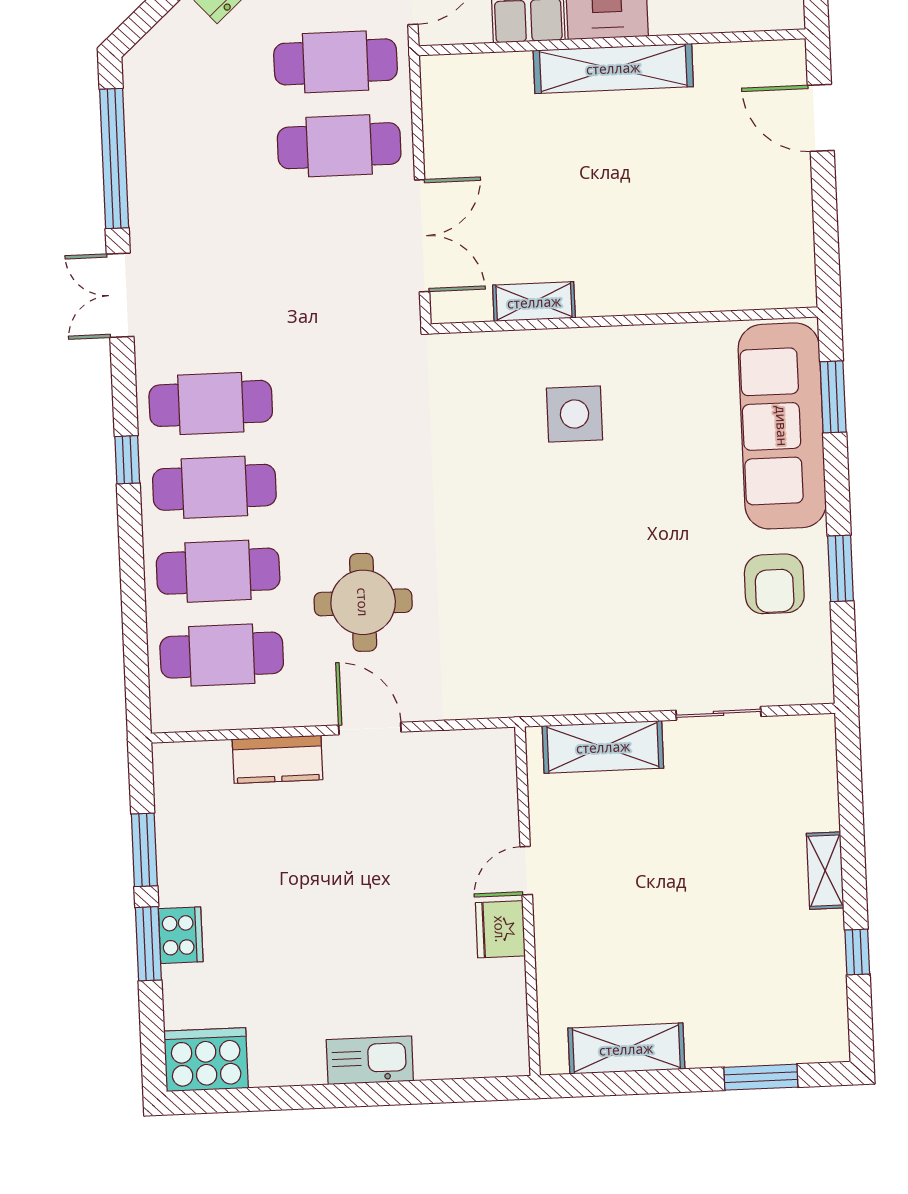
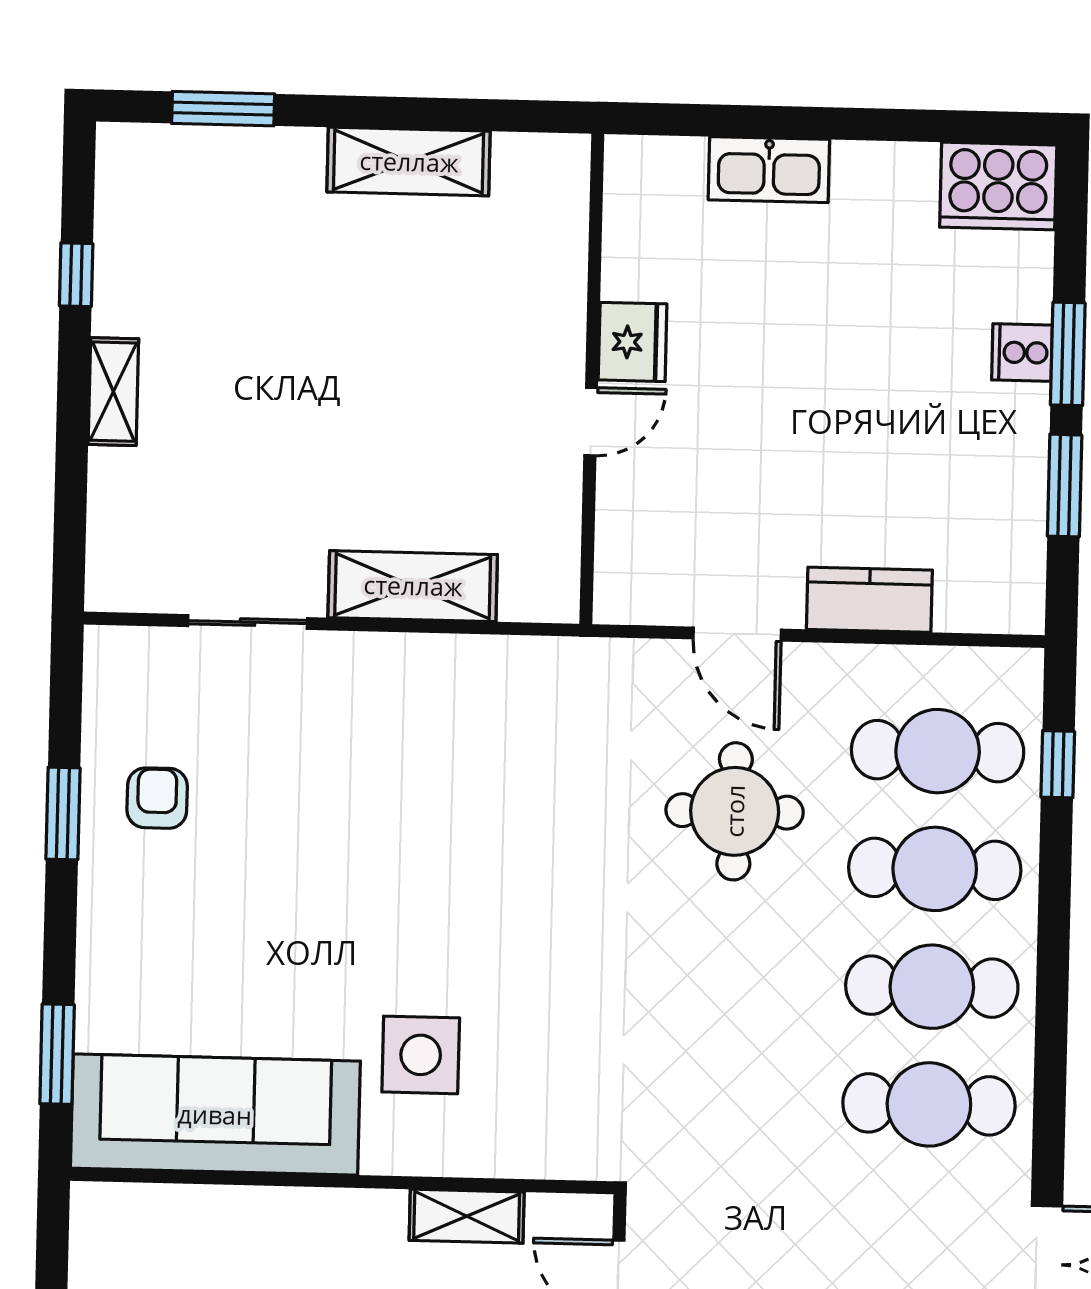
sofa: (782, 426) -> (215, 1115), moved, turned -90
window: (127, 460) -> (1058, 764), moved
armchair: (774, 584) -> (157, 798), width x0.72, depth x0.72
door: (526, 871) -> (591, 422), moved
wall: (528, 901) -> (592, 379), moved
fridge: (500, 929) -> (633, 342), moved
cooker: (181, 935) -> (1022, 353), width x0.73

